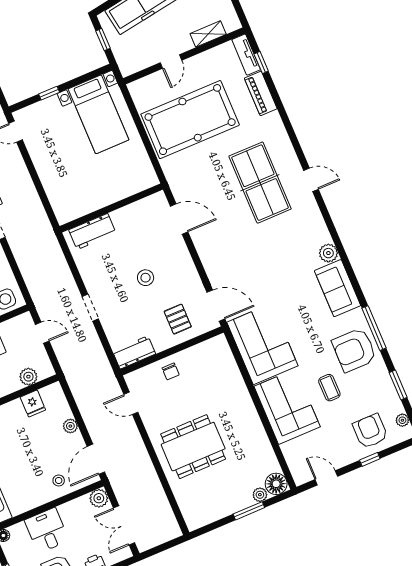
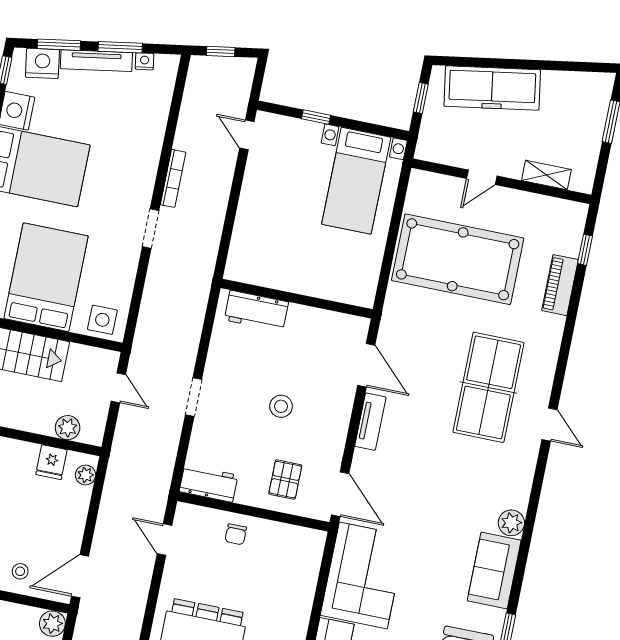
tv unit: (246, 55) -> (370, 422), moved, turned 180
plant: (70, 426) -> (86, 475), moved

